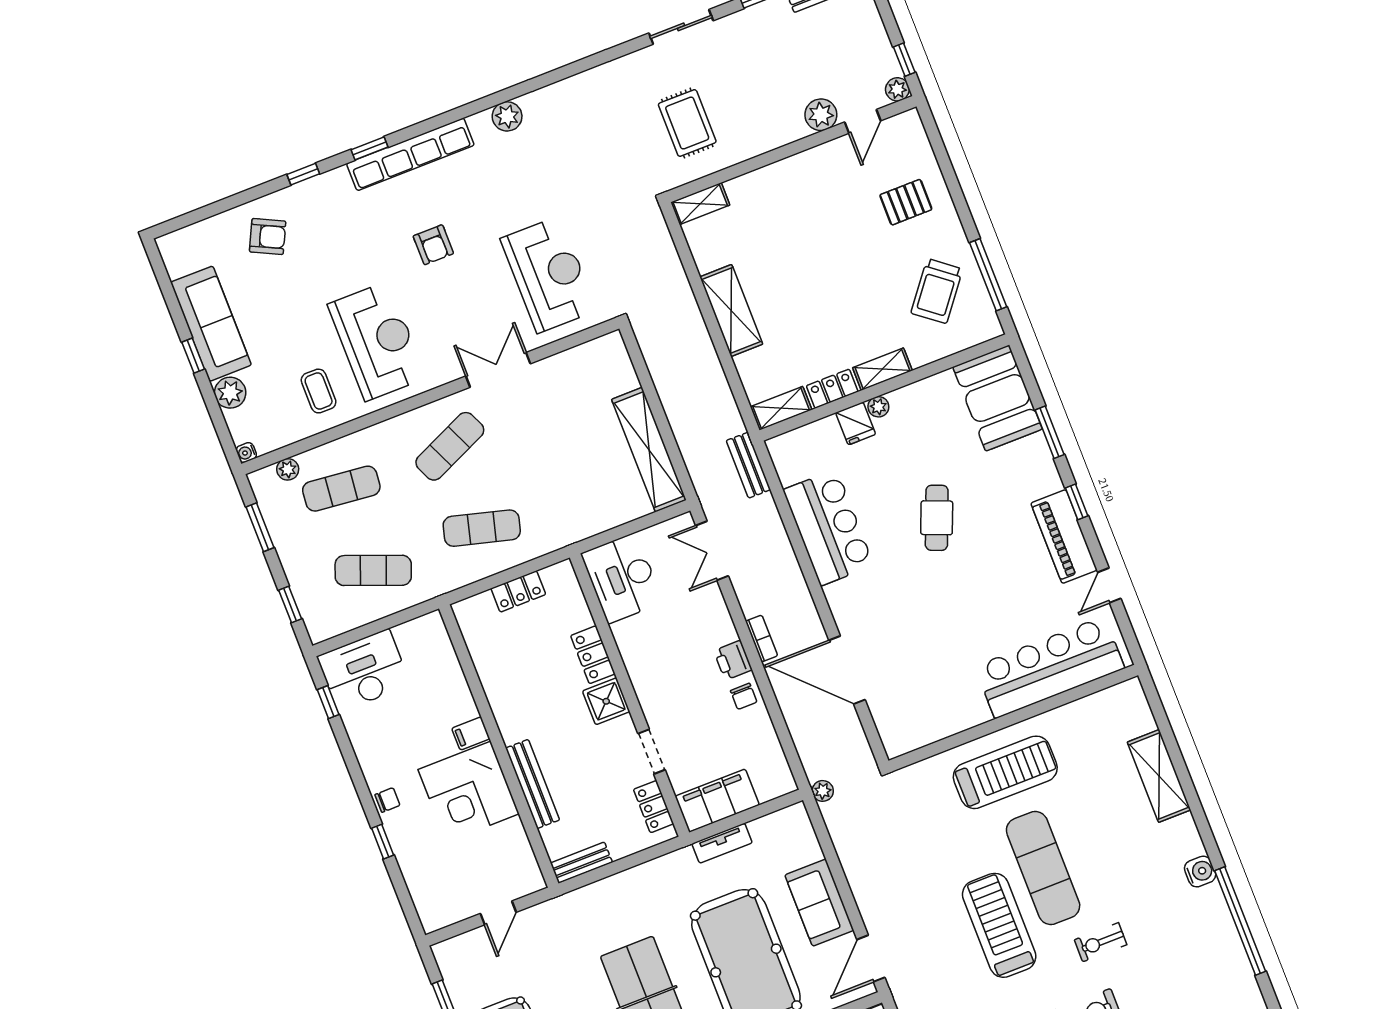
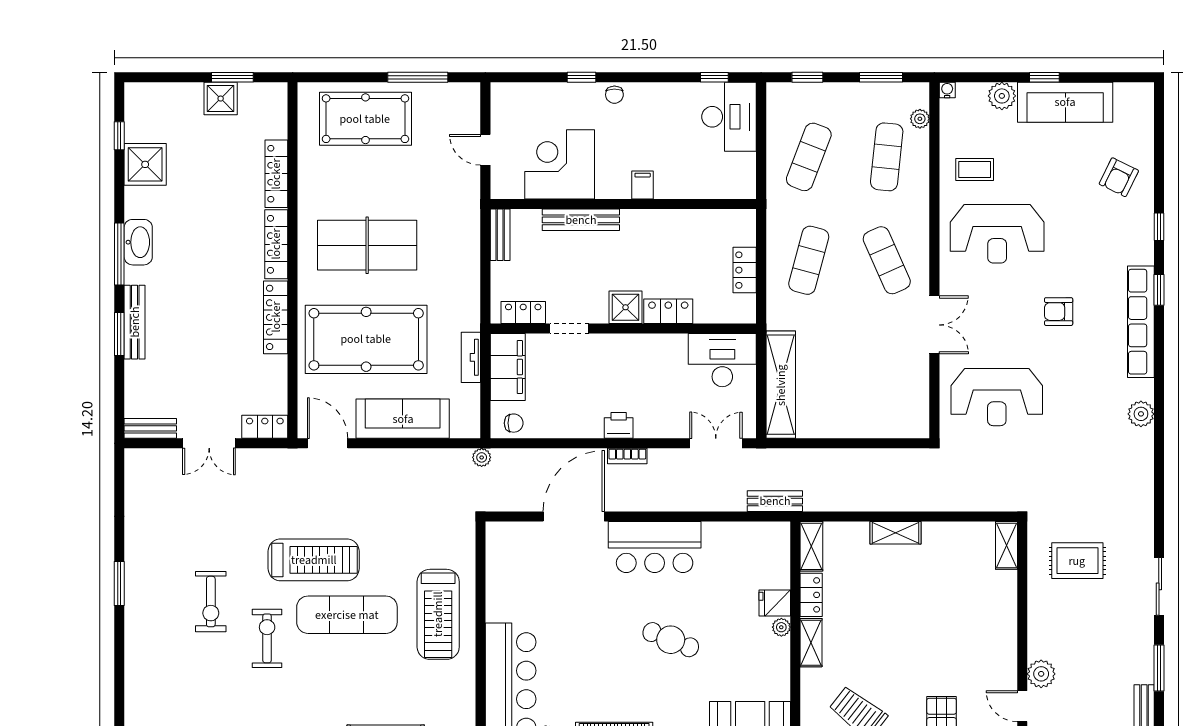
shelving: (731, 311) -> (896, 533), width x0.67, depth x0.75
shelving: (649, 450) -> (781, 385), moved, turned 90
bar counter: (828, 528) -> (655, 547), moved
chair: (744, 696) -> (514, 423), moved, turned 180
corner desk: (469, 792) -> (560, 164), moved
sofa: (819, 903) -> (403, 419), width x1.36
exercise bike: (1101, 942) -> (267, 638), width x1.38, depth x1.39

